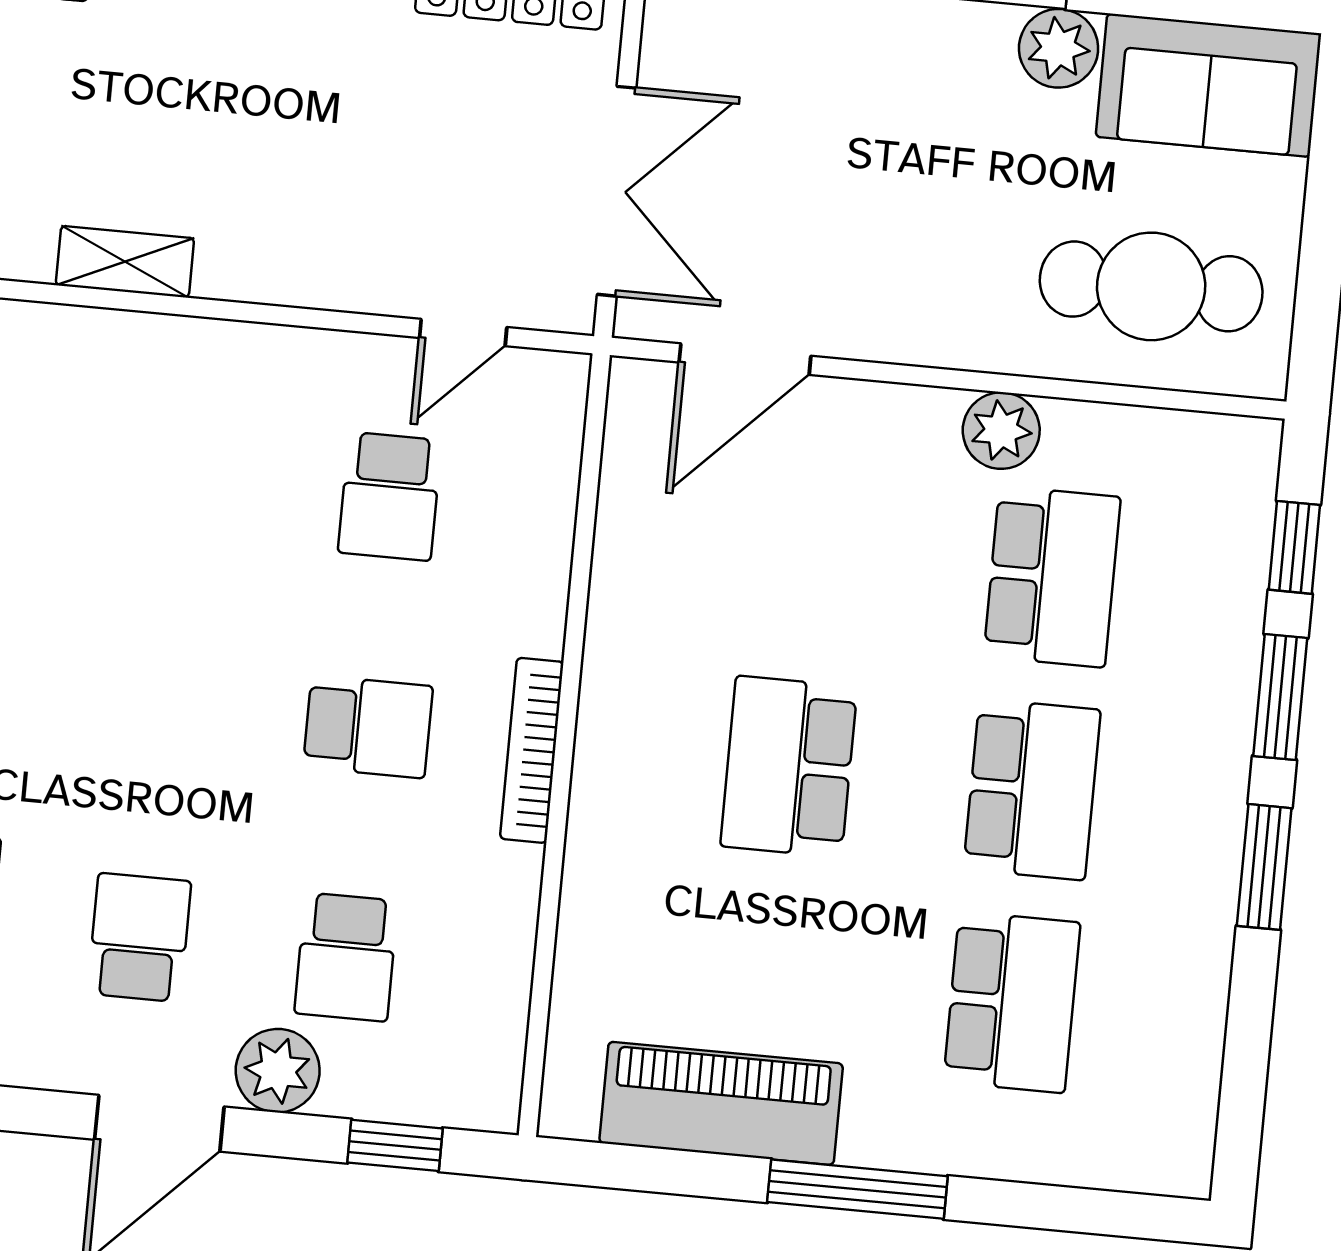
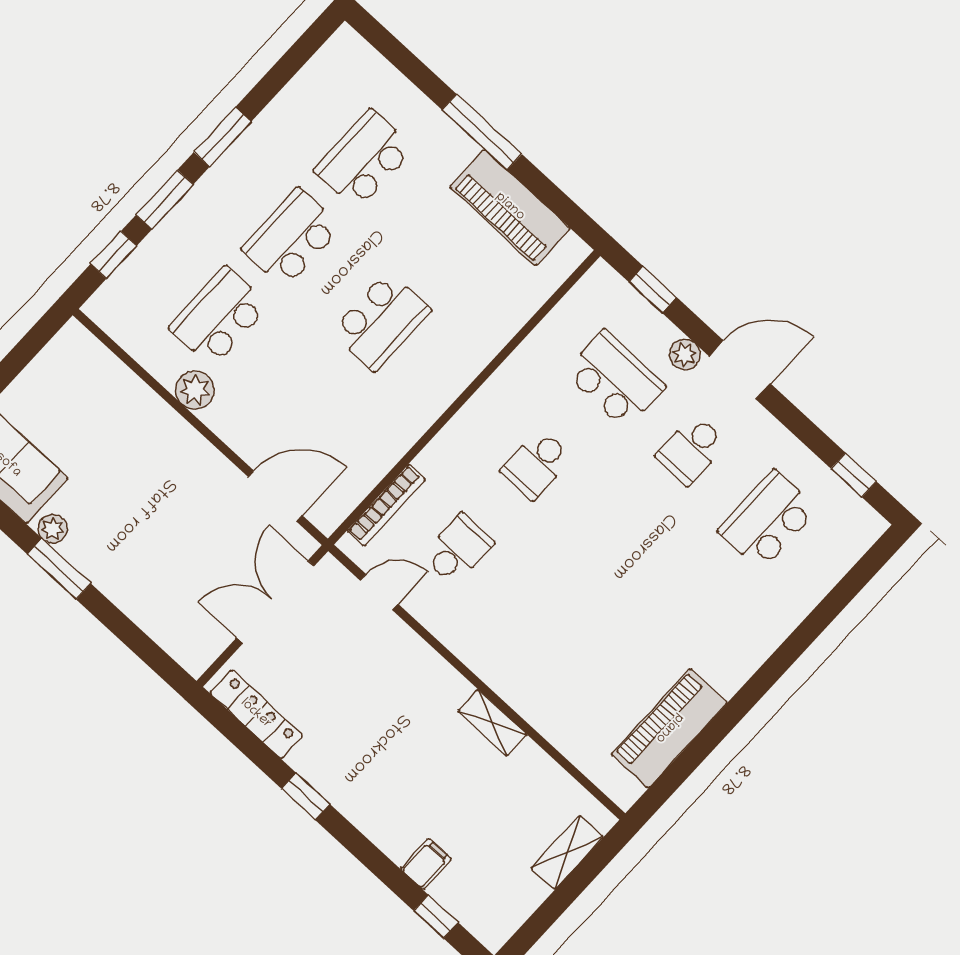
plant: (1059, 48) -> (53, 529), width x0.73, depth x0.73
cafe table: (1151, 286) -> (92, 402), removed
school desk: (368, 727) -> (536, 464), turned -90
bookcase: (532, 750) -> (386, 505), moved
school desk: (346, 957) -> (615, 379), width x1.85
plant: (278, 1071) -> (685, 354), width x0.73, depth x0.73

